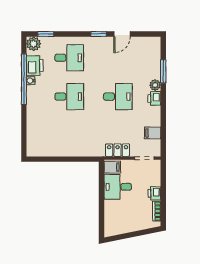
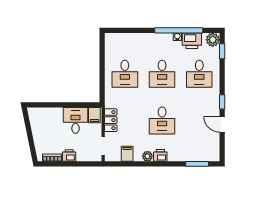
window: (163, 71) -> (197, 164), moved
plant: (155, 85) -> (147, 156), moved
desk: (69, 135) -> (125, 74), added

